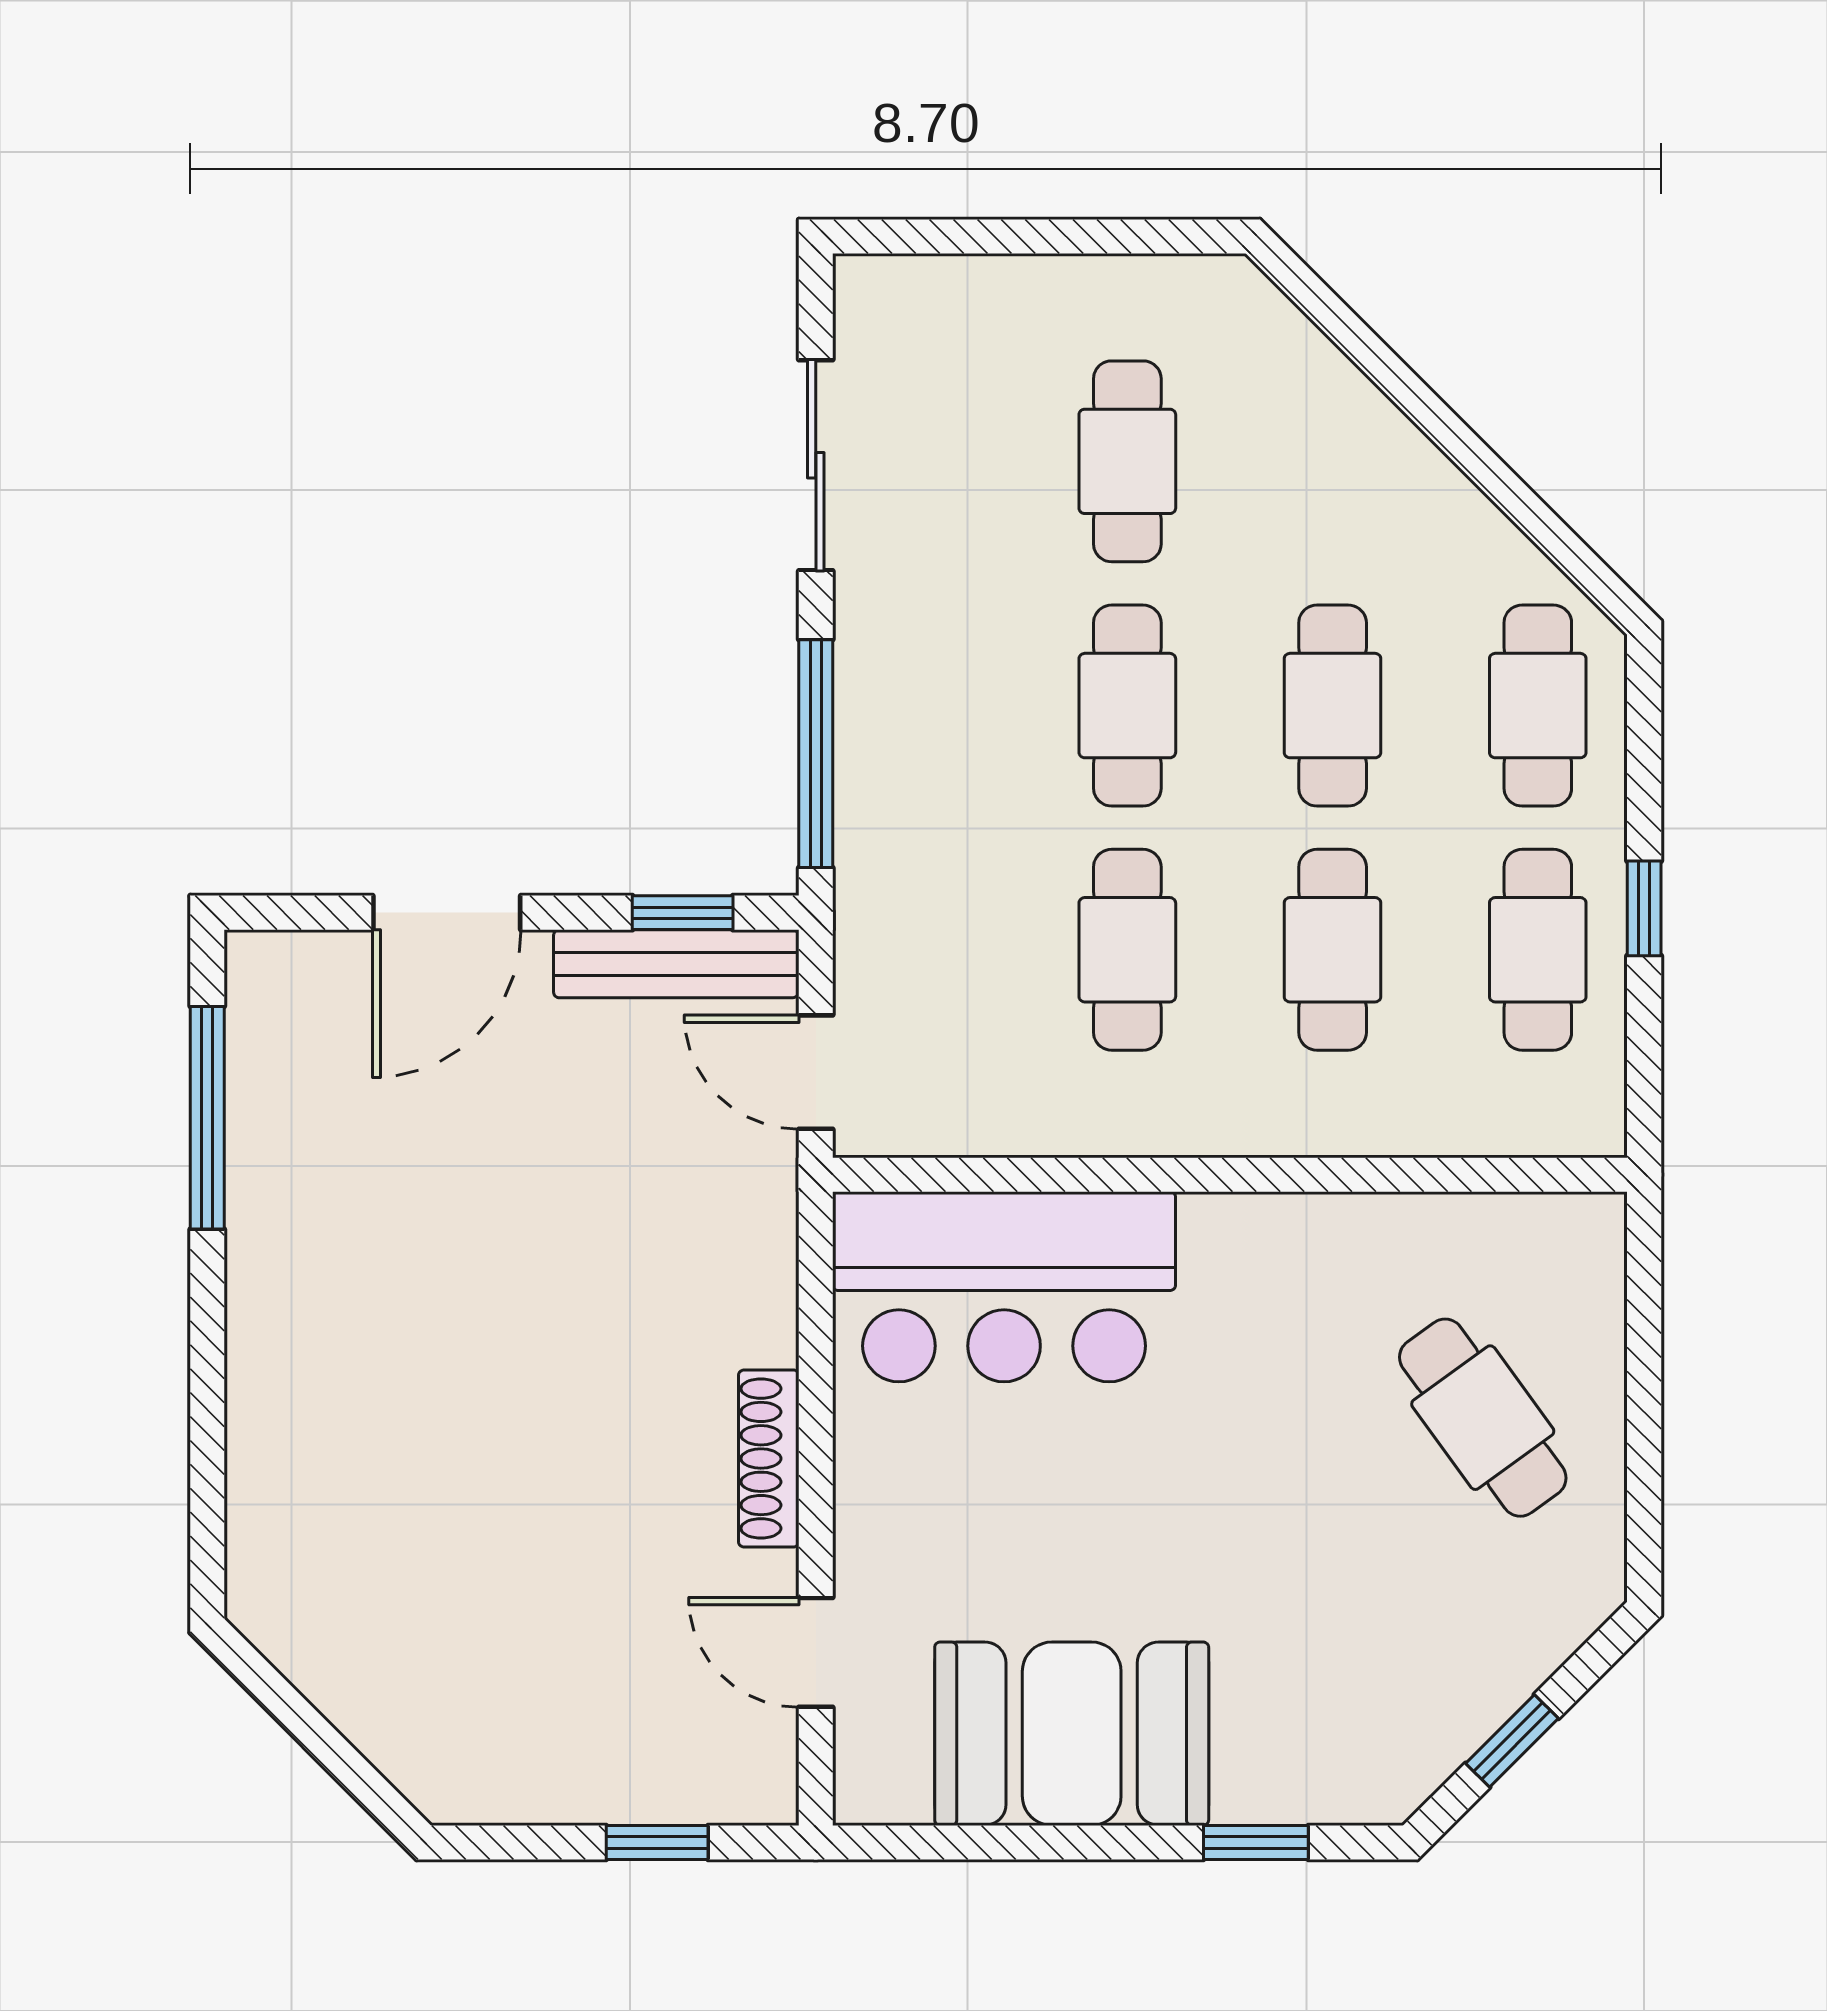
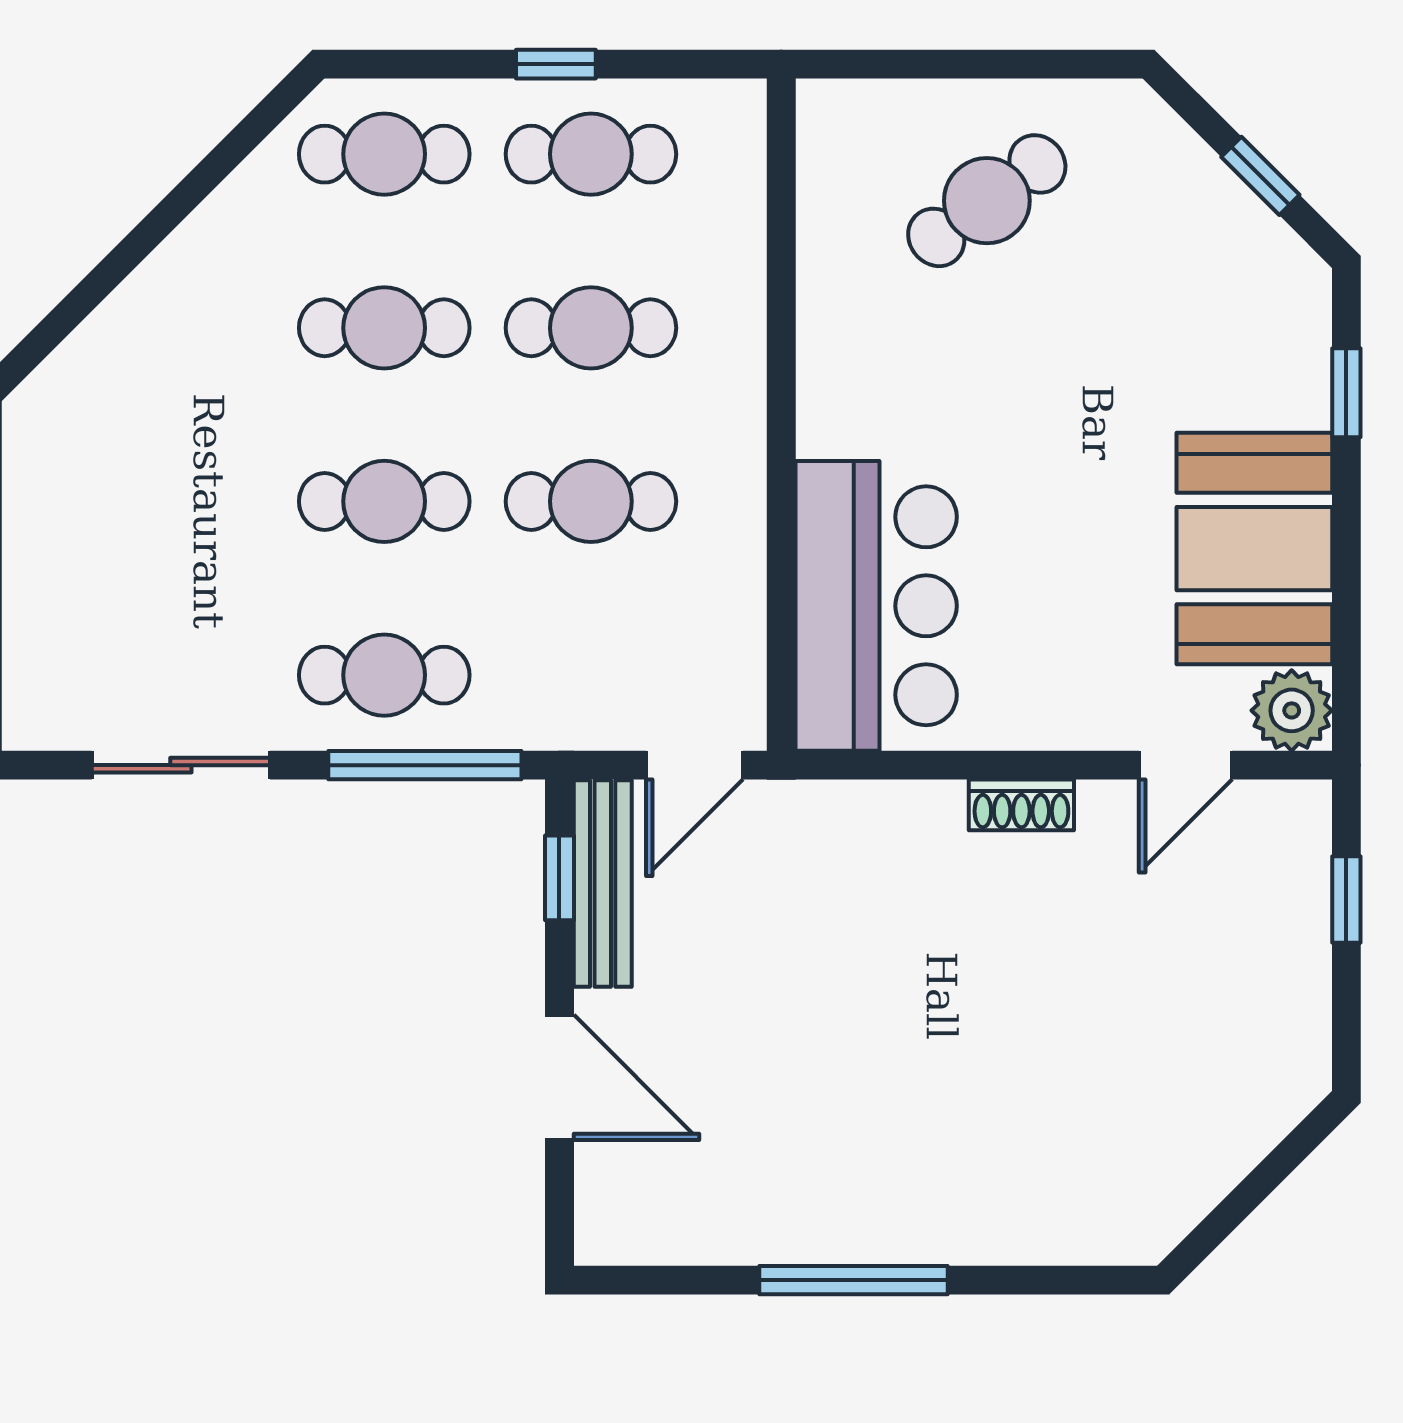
cafe table: (1127, 461) -> (384, 675), moved
window: (207, 1118) -> (853, 1280), moved
shoe rack: (769, 1459) -> (1021, 805), width x0.70
plant: (880, 1778) -> (1292, 710), added

